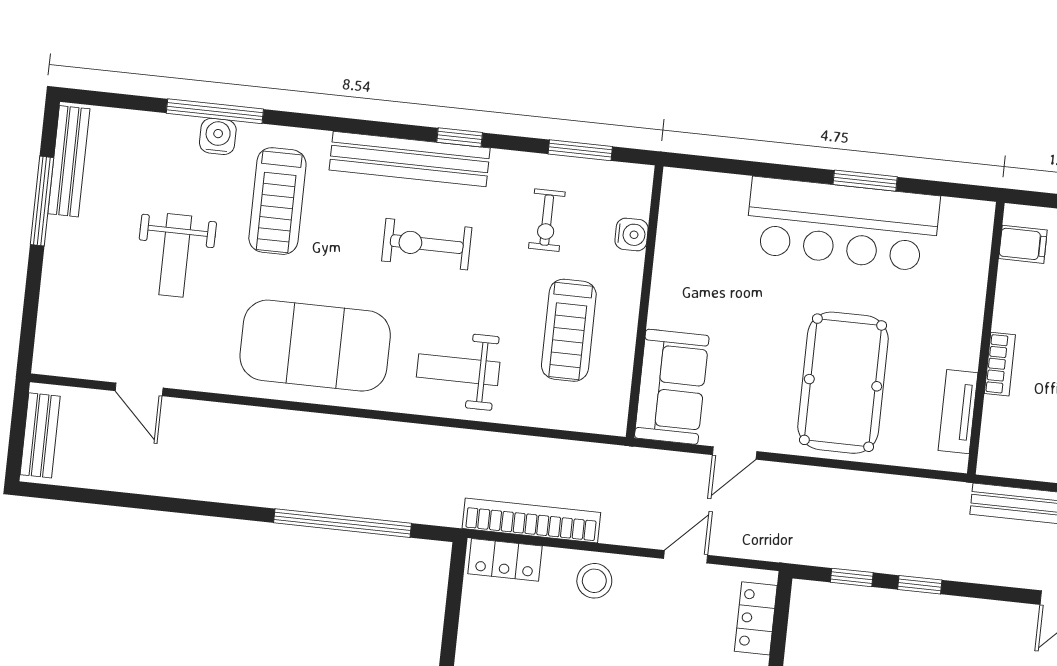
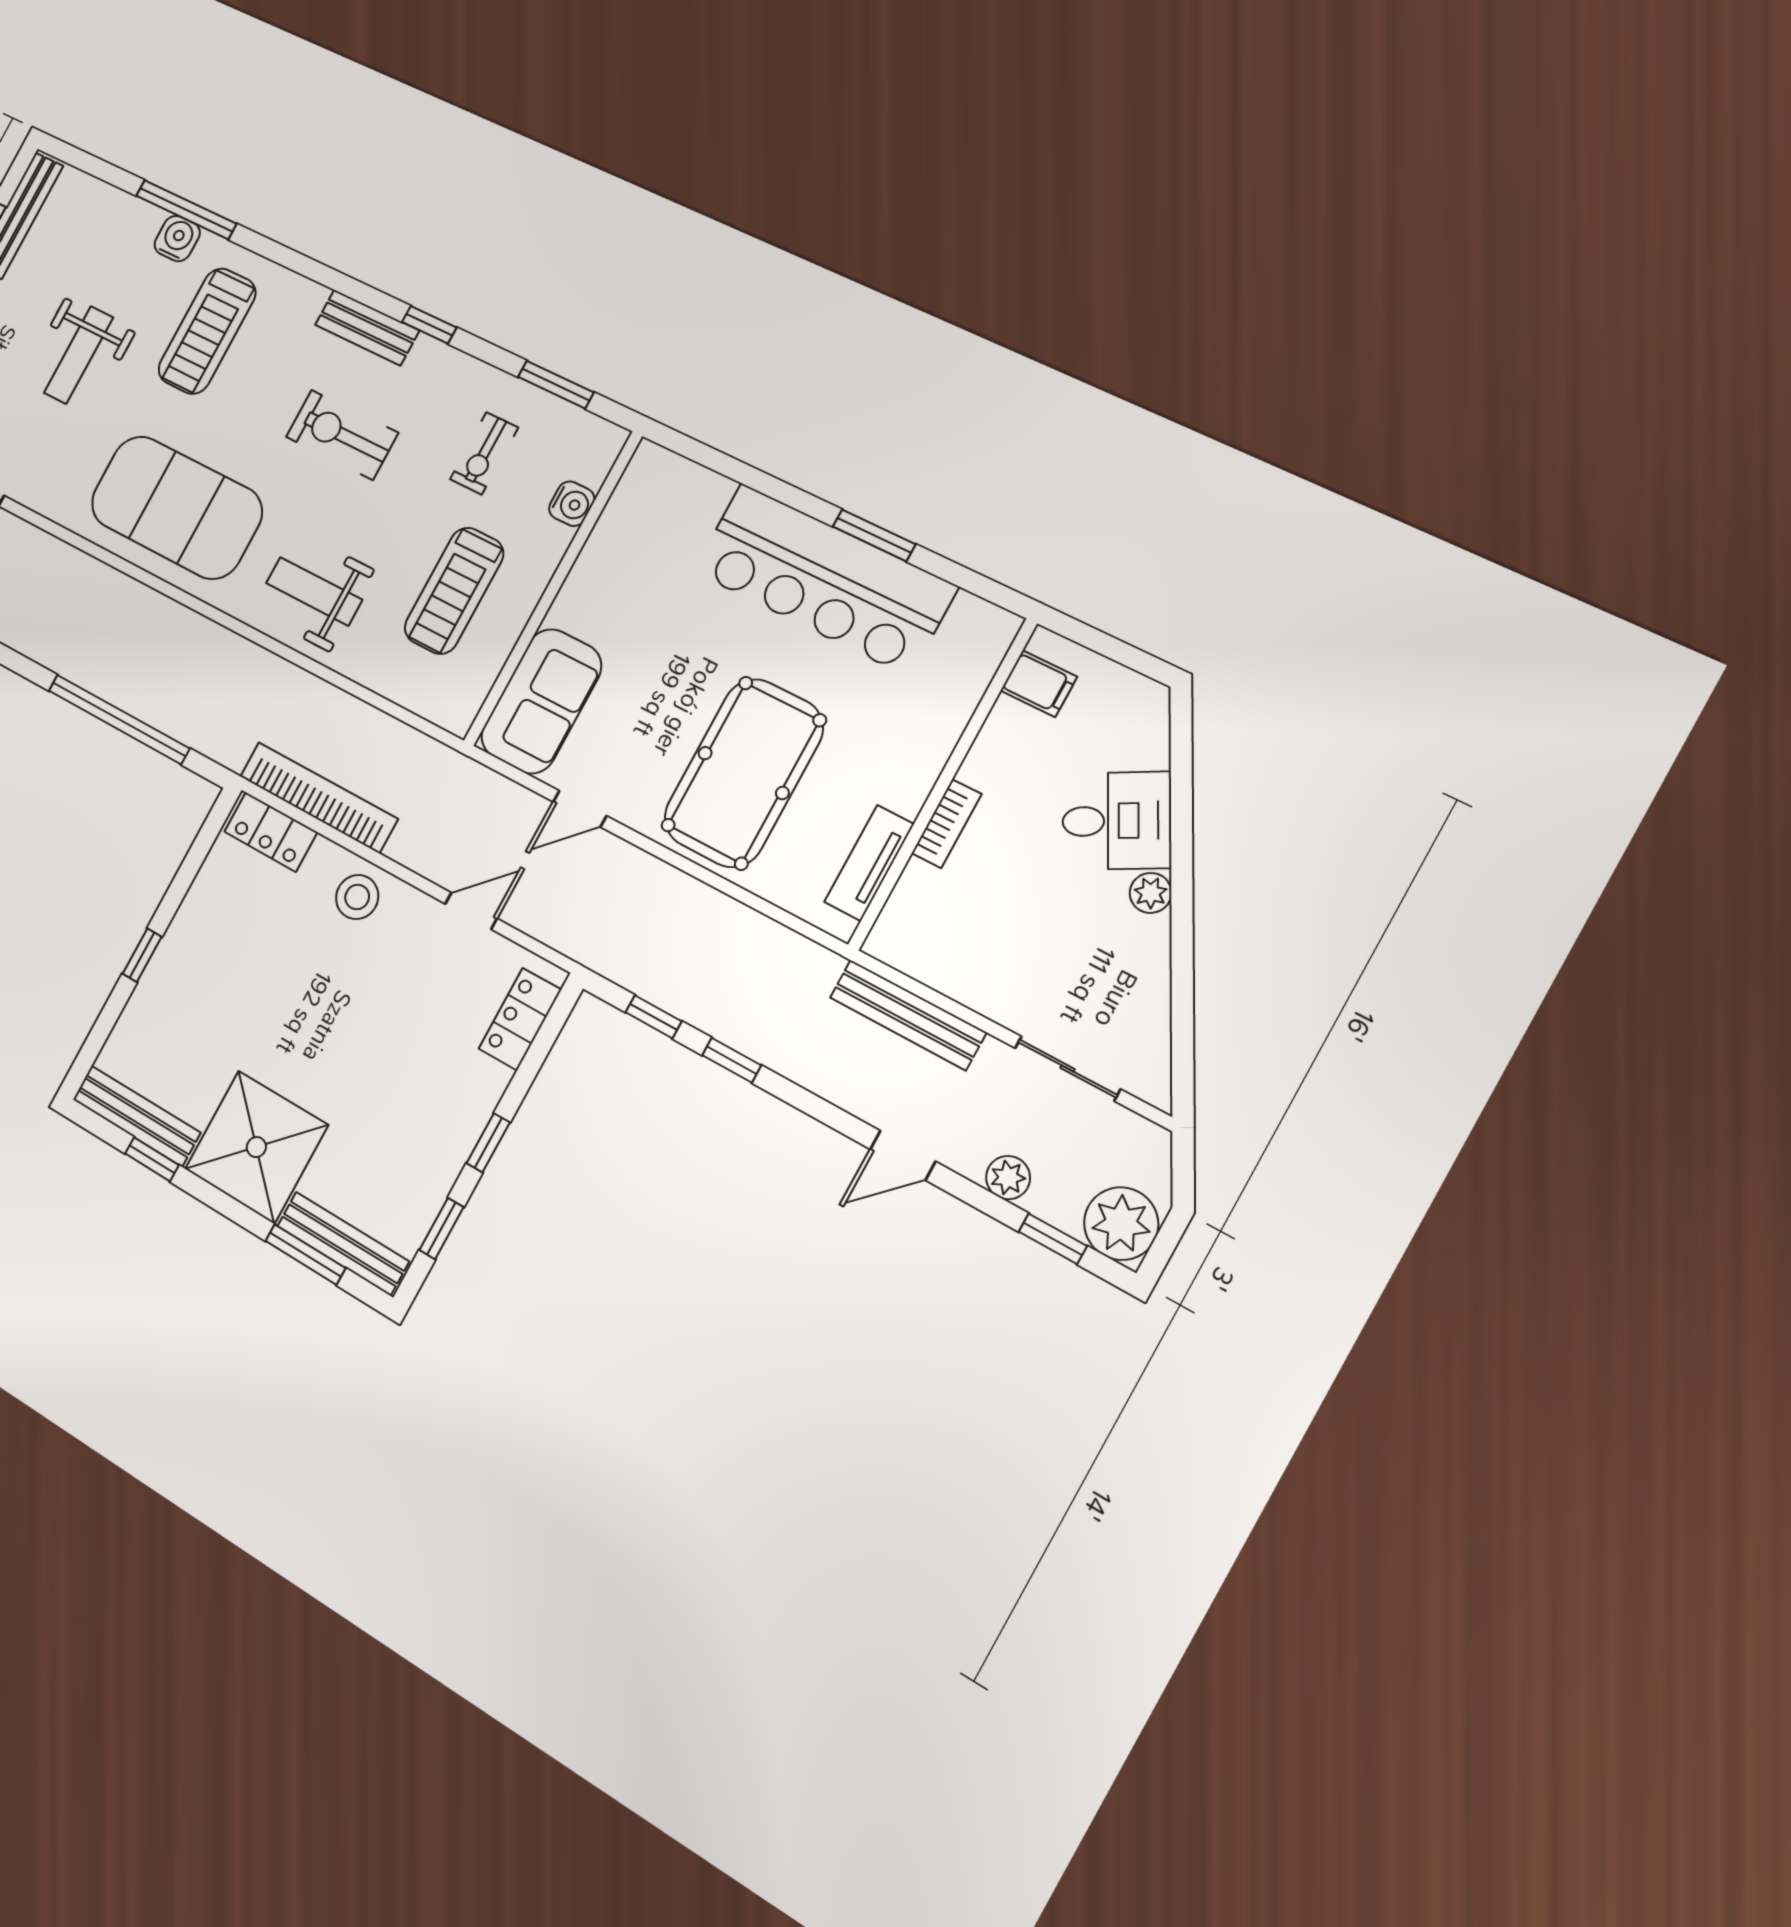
bench: (410, 159) -> (367, 328), width x0.54, depth x0.82

